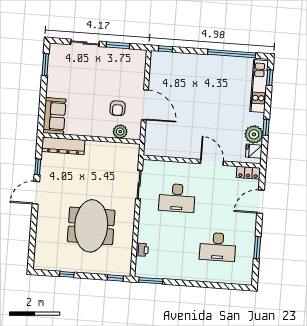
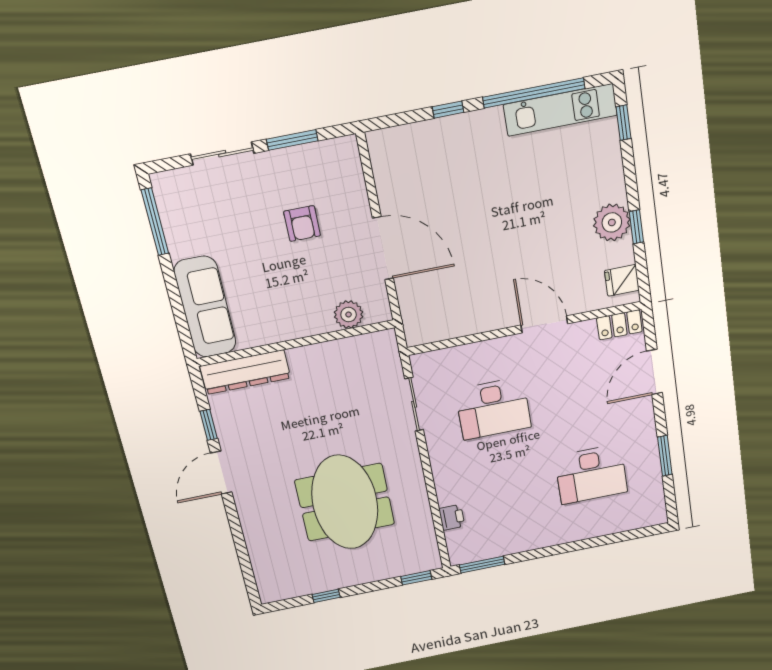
window: (166, 49) -> (448, 110), moved
window: (45, 65) -> (155, 222), width x1.44
kitchen unit: (259, 86) -> (560, 110), moved, turned -90
armchair: (118, 108) -> (302, 224), moved
sofa: (54, 116) -> (205, 307), width x1.36
plant: (254, 134) -> (612, 222), moved

